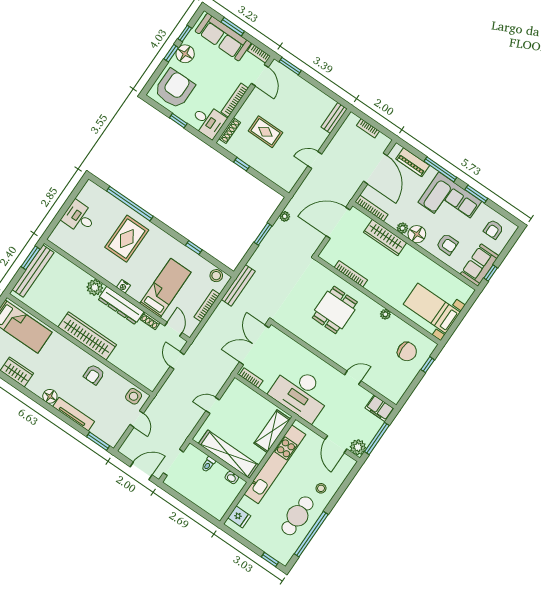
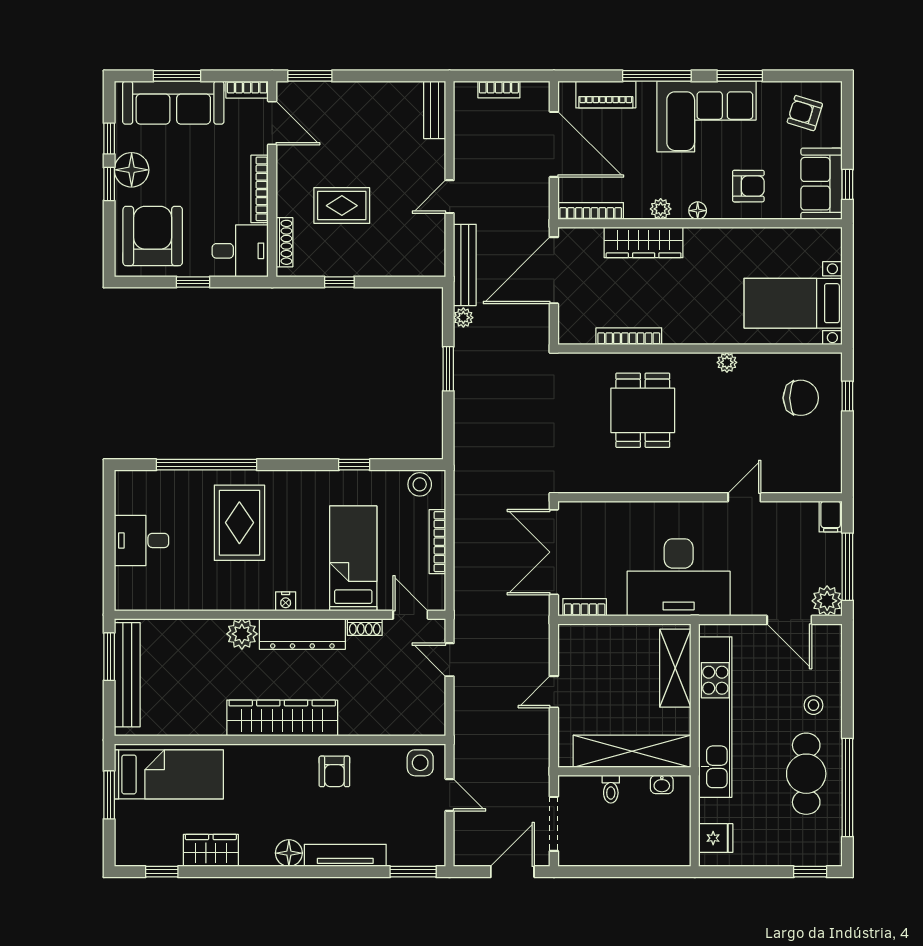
armchair: (493, 229) -> (805, 113), turned 107
floor lamp: (417, 234) -> (698, 211), width x0.53, depth x0.53
bench: (238, 285) -> (465, 265), moved
filing cabinet: (380, 408) -> (831, 517), width x0.50

